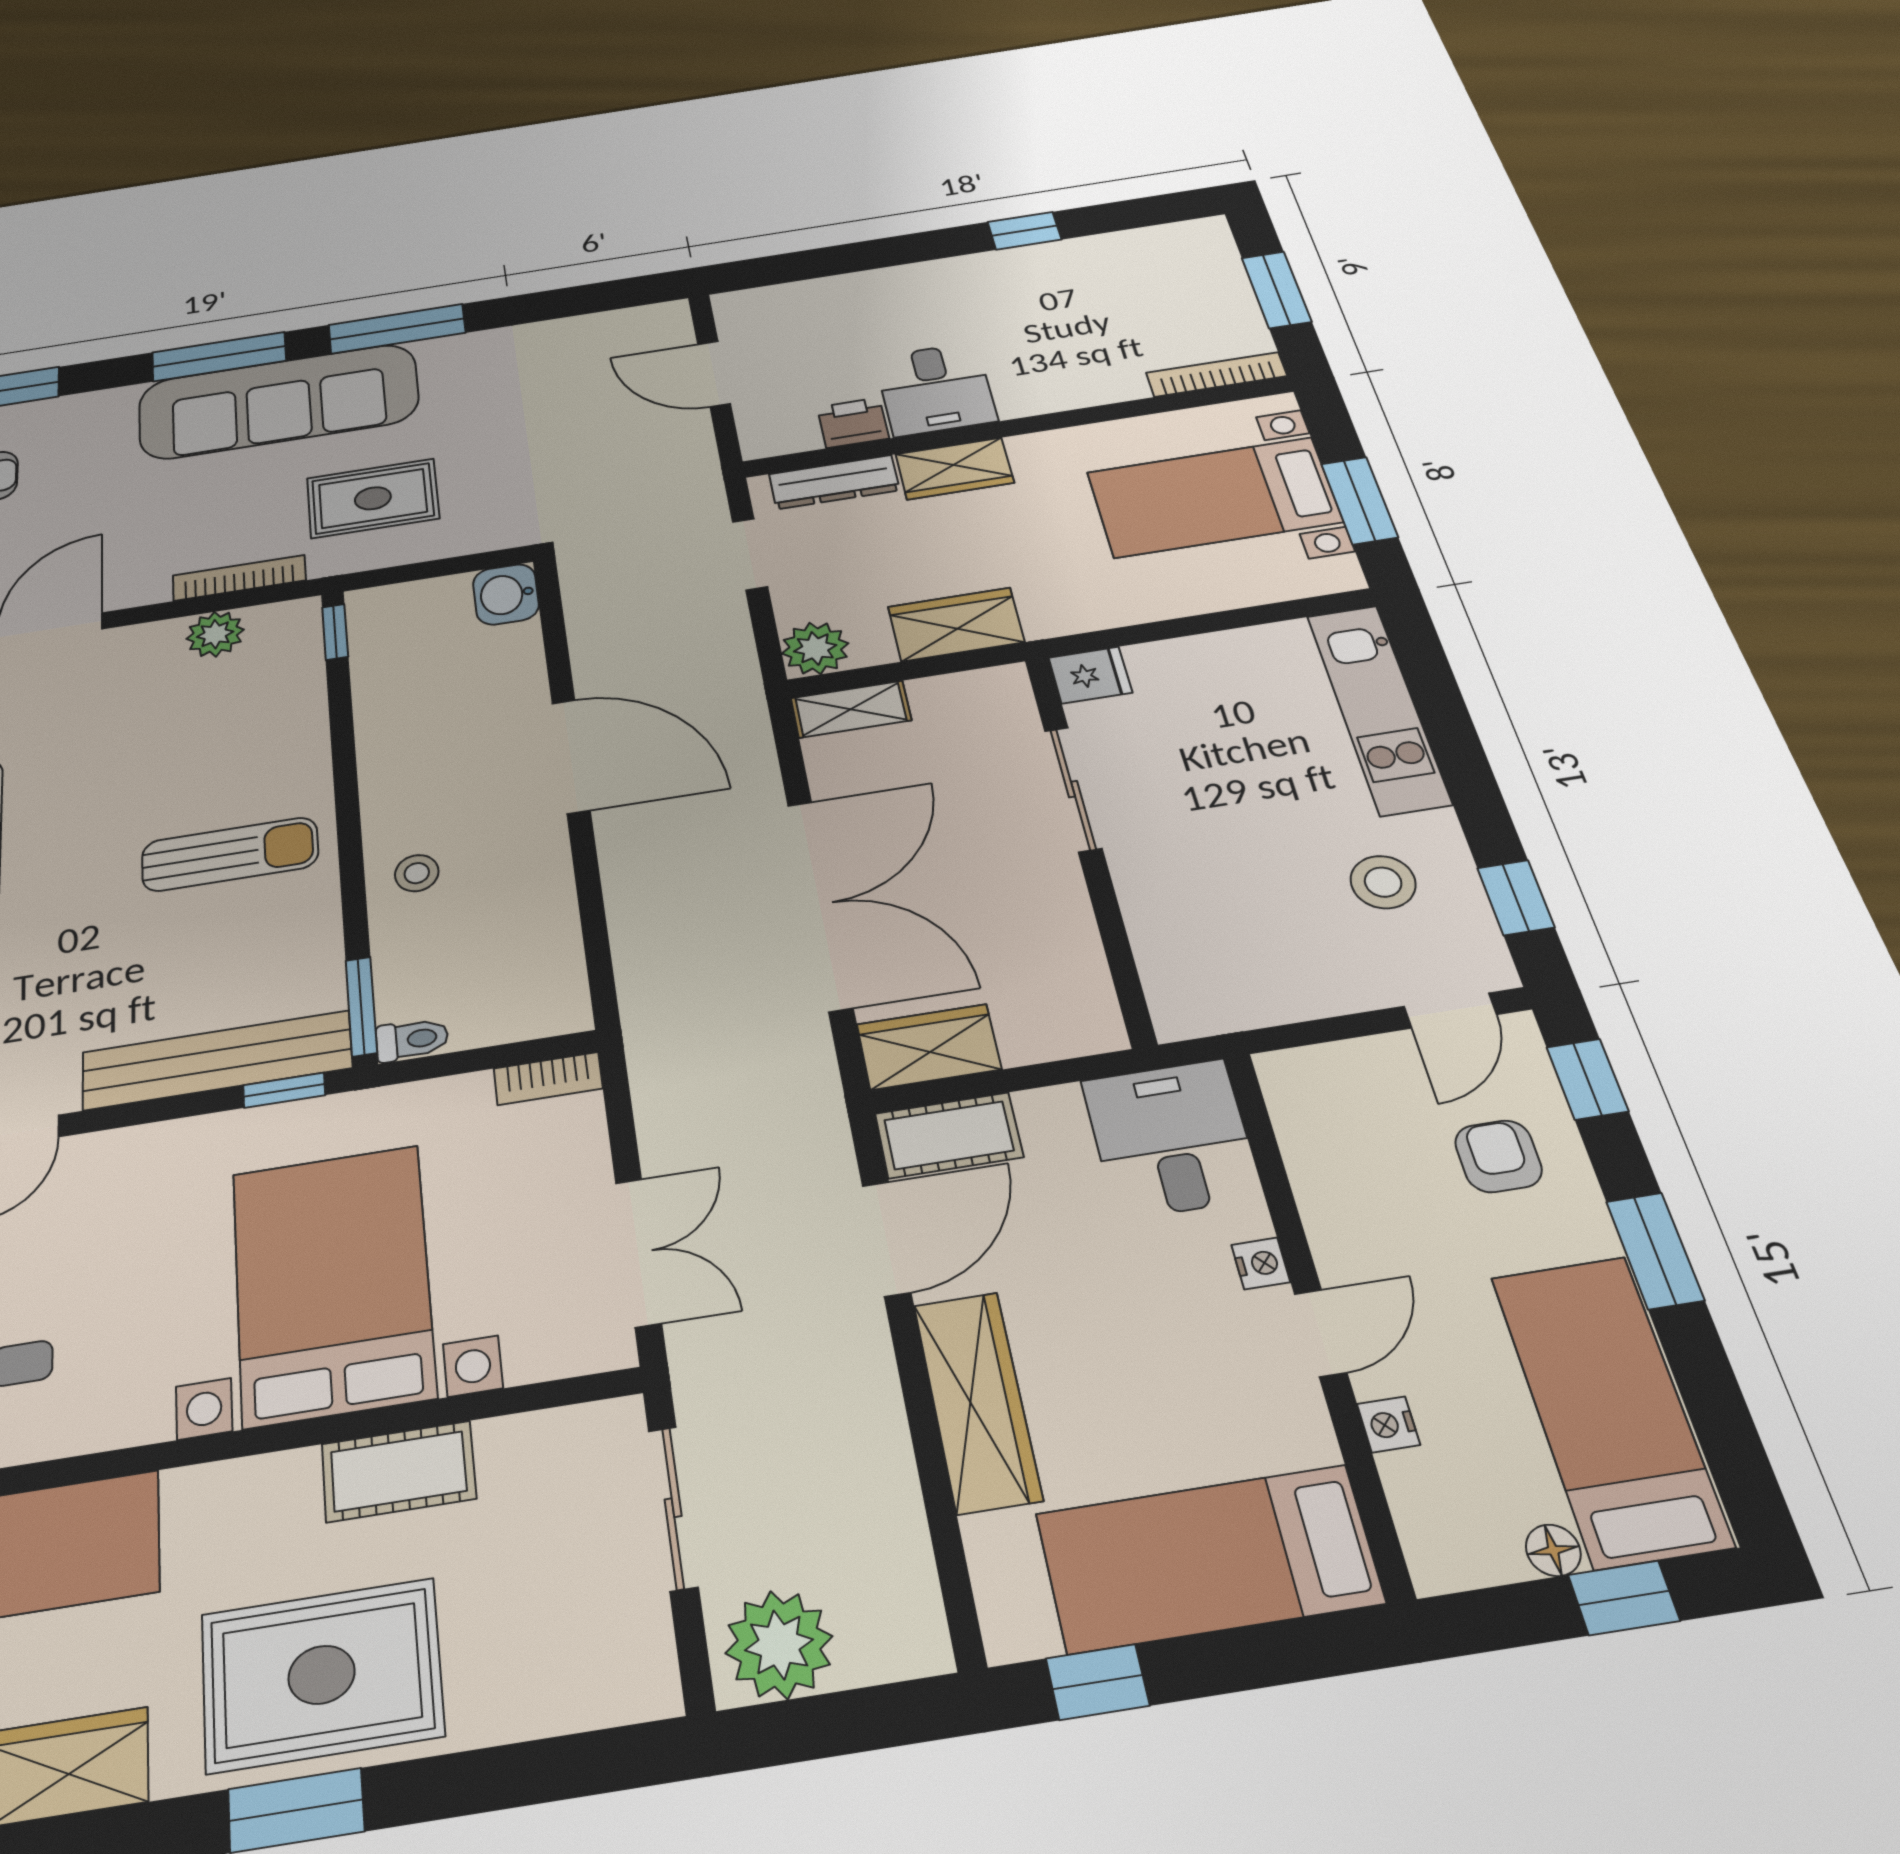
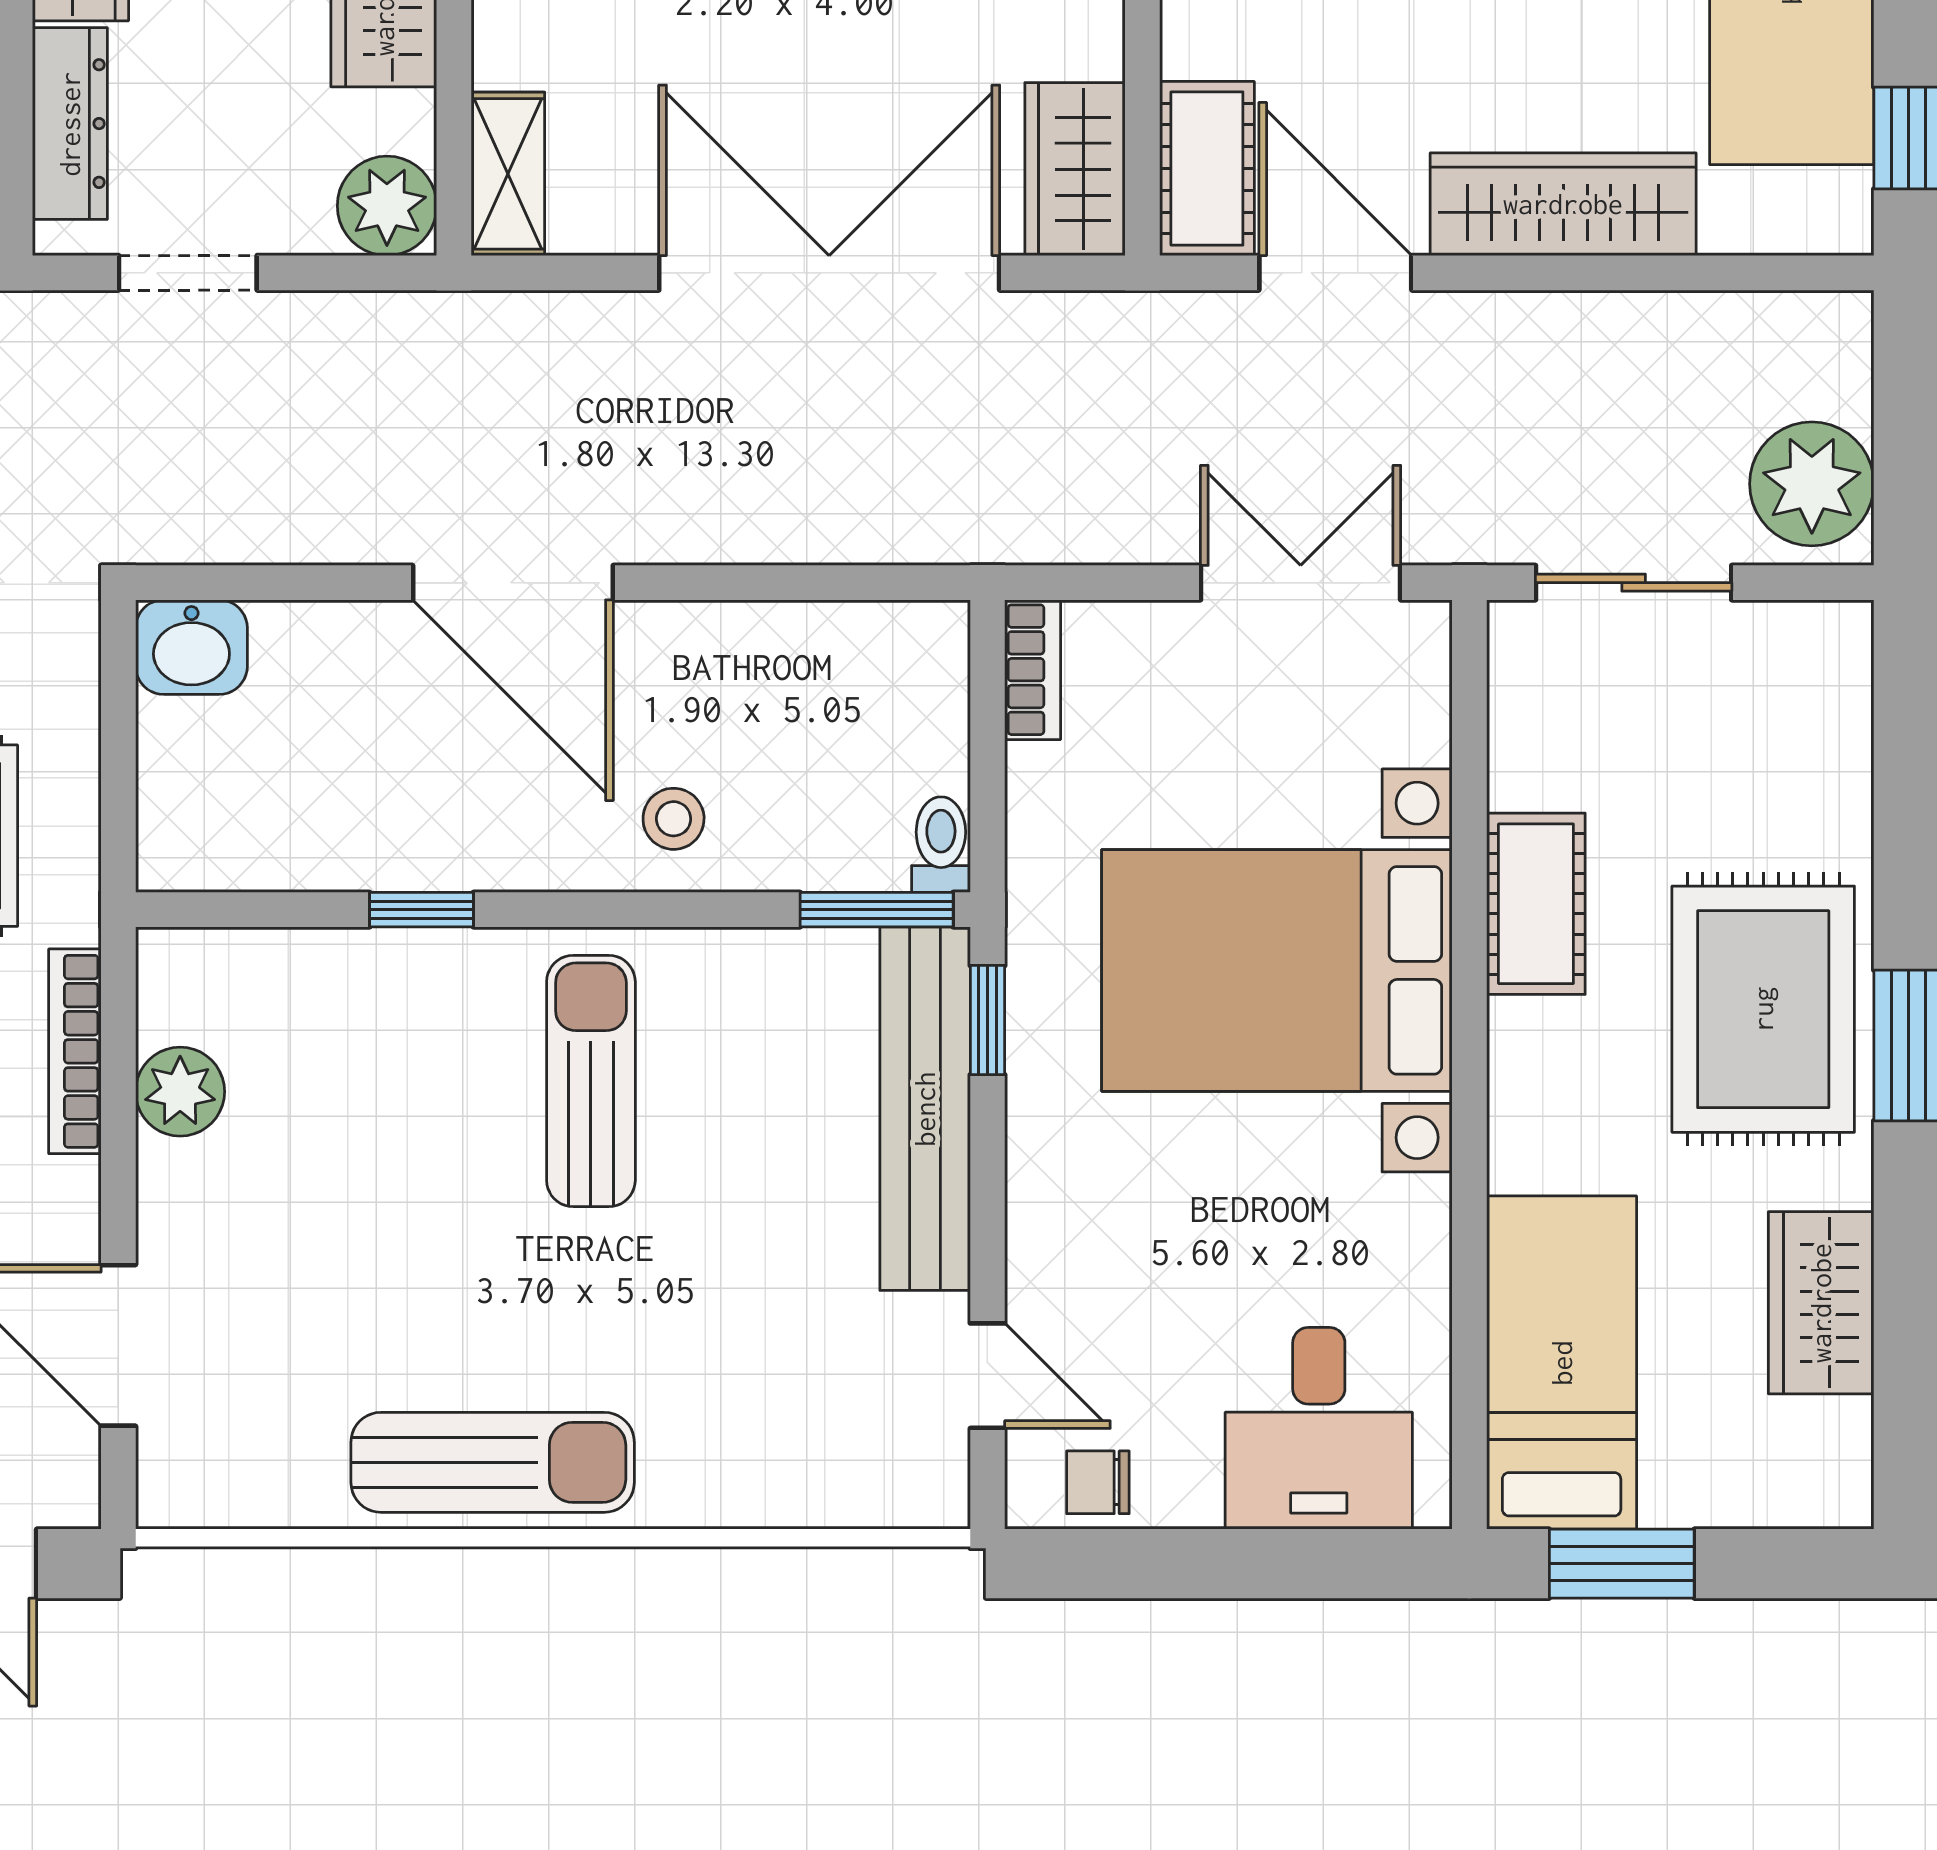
window: (335, 632) -> (422, 910), moved
door: (571, 756) -> (513, 583), swing flipped

